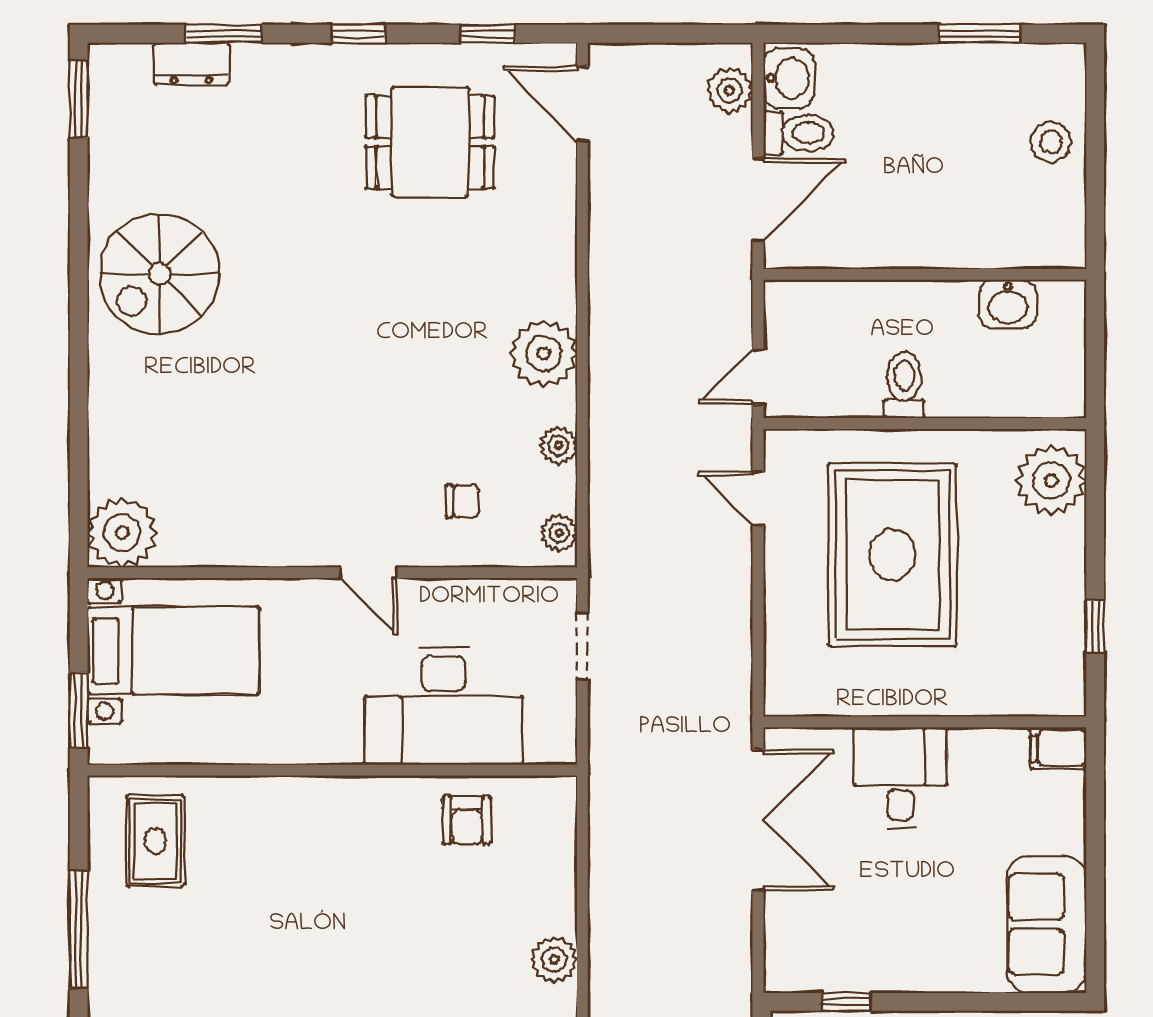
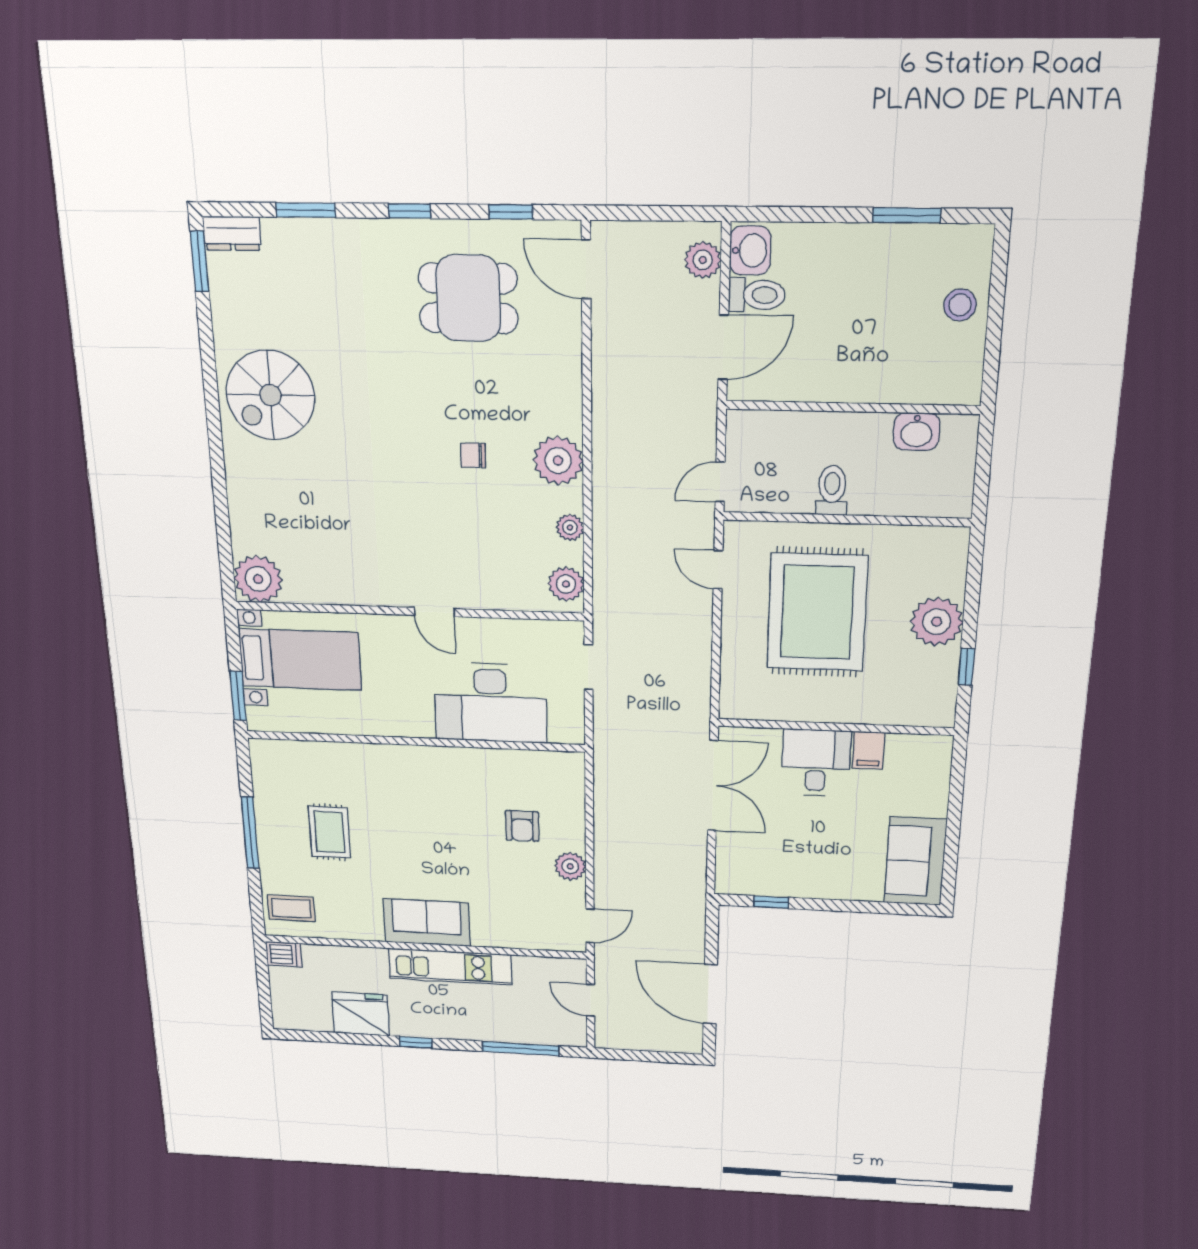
dresser: (191, 64) -> (232, 233), moved
plant: (1051, 480) -> (937, 622), moved
chair: (463, 501) -> (473, 455), moved, turned 180
plant: (559, 533) -> (566, 584), width x1.38, depth x1.38
filing cabinet: (1058, 748) -> (869, 750), moved, turned -90
armchair: (467, 820) -> (522, 826), moved
rug: (155, 841) -> (329, 832), moved

